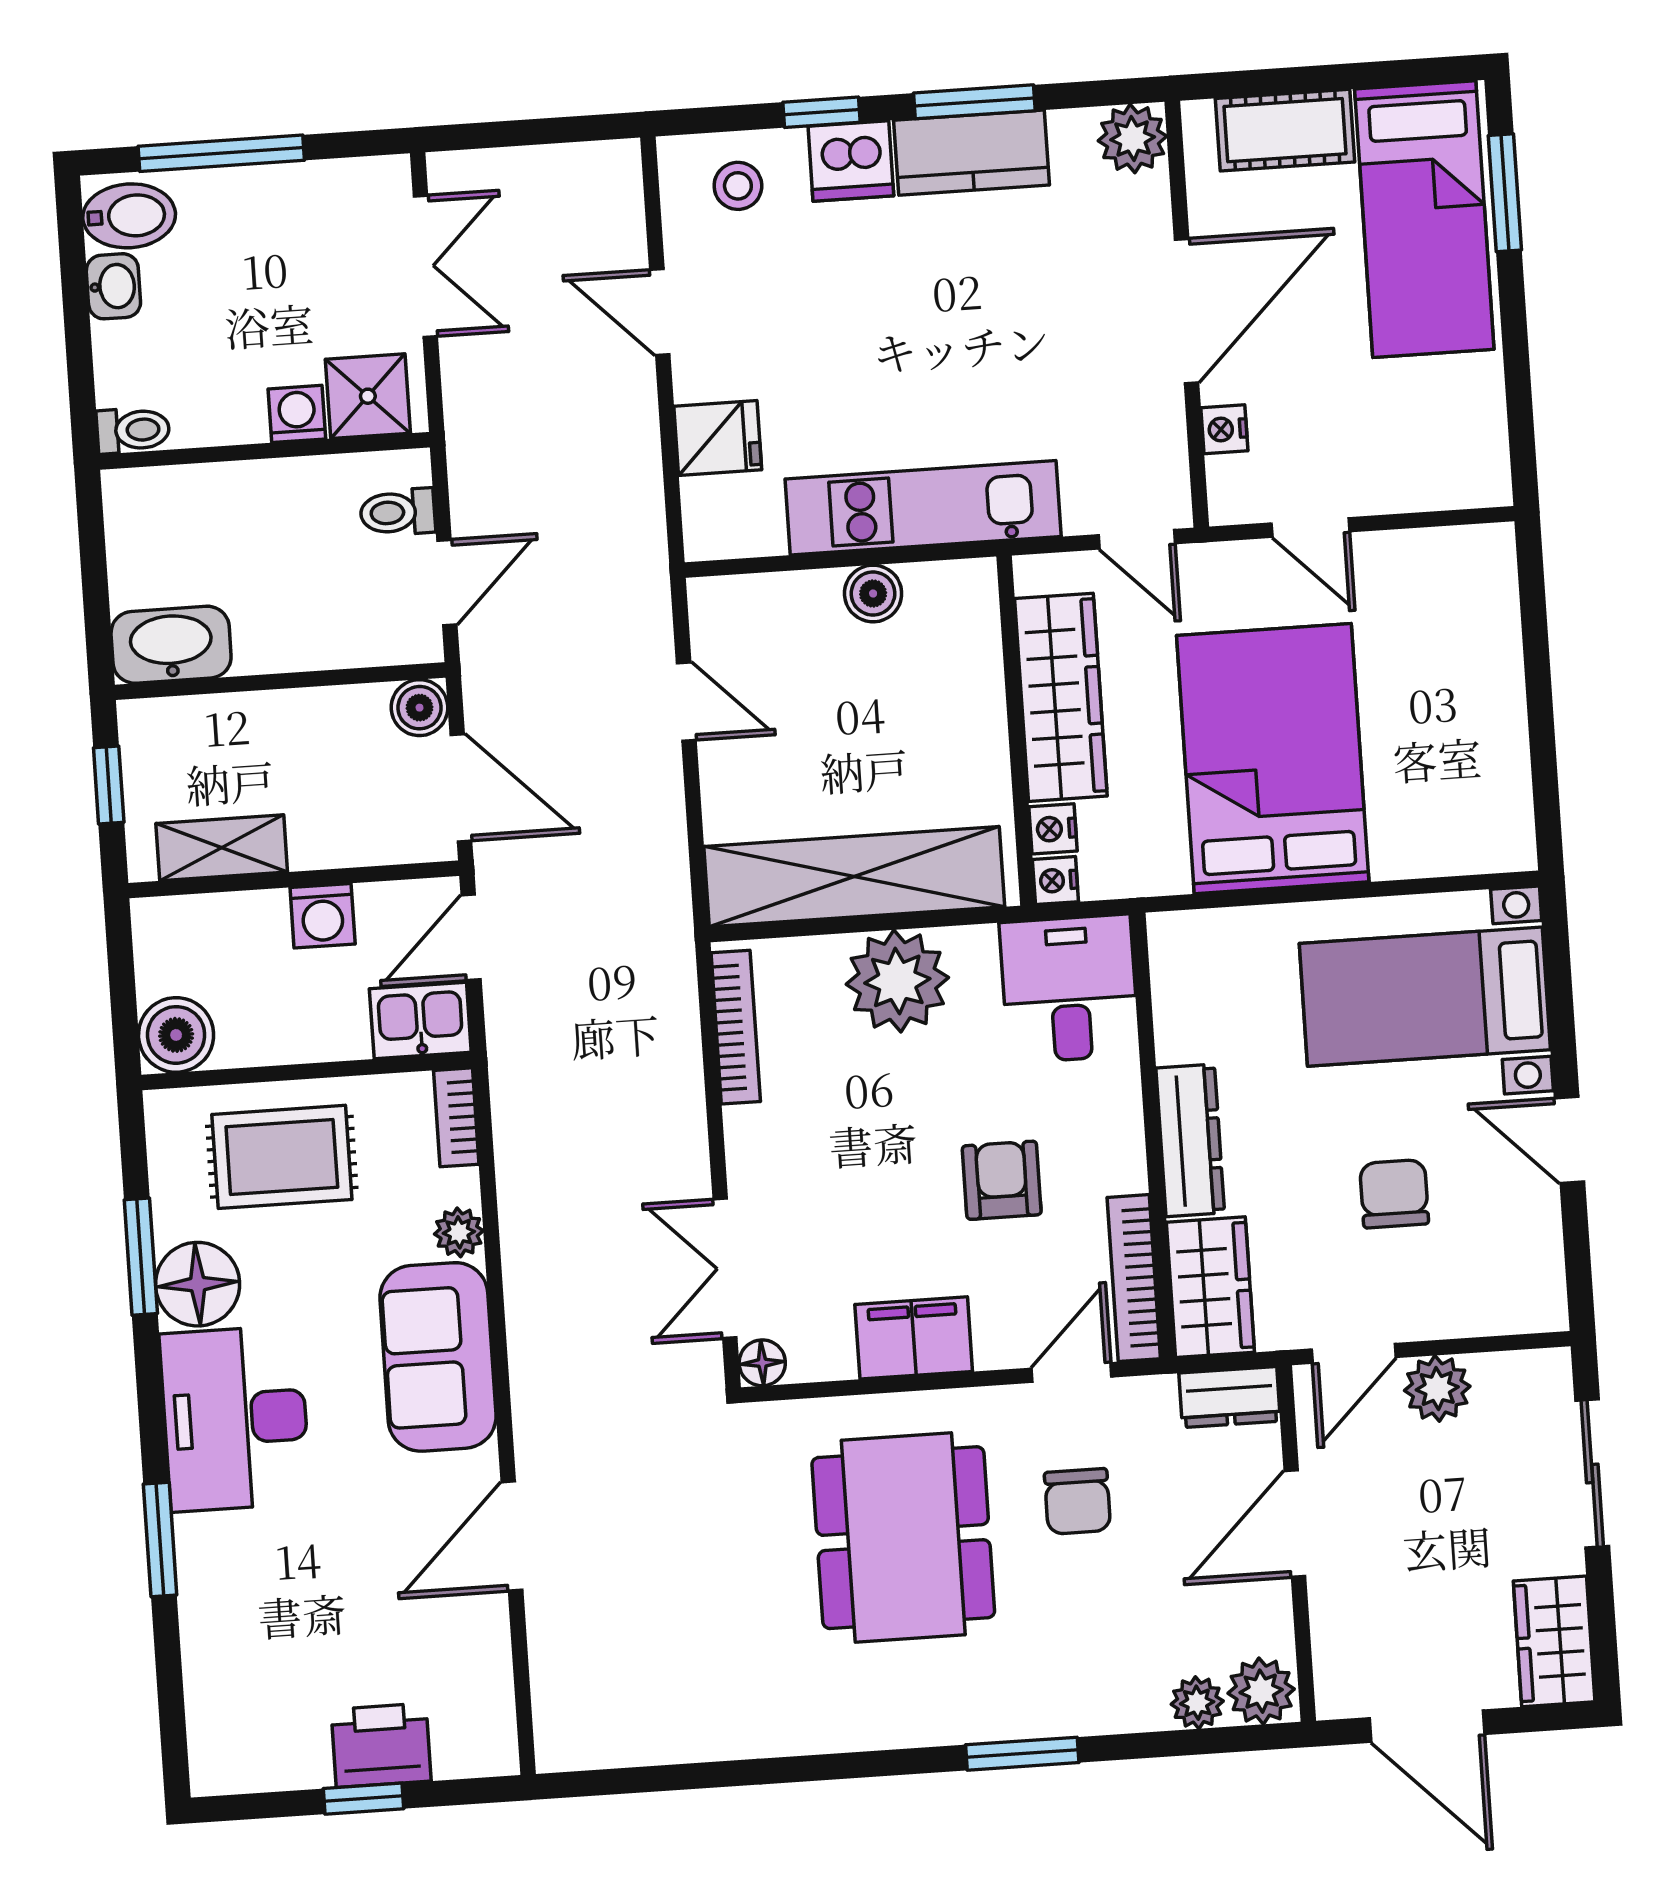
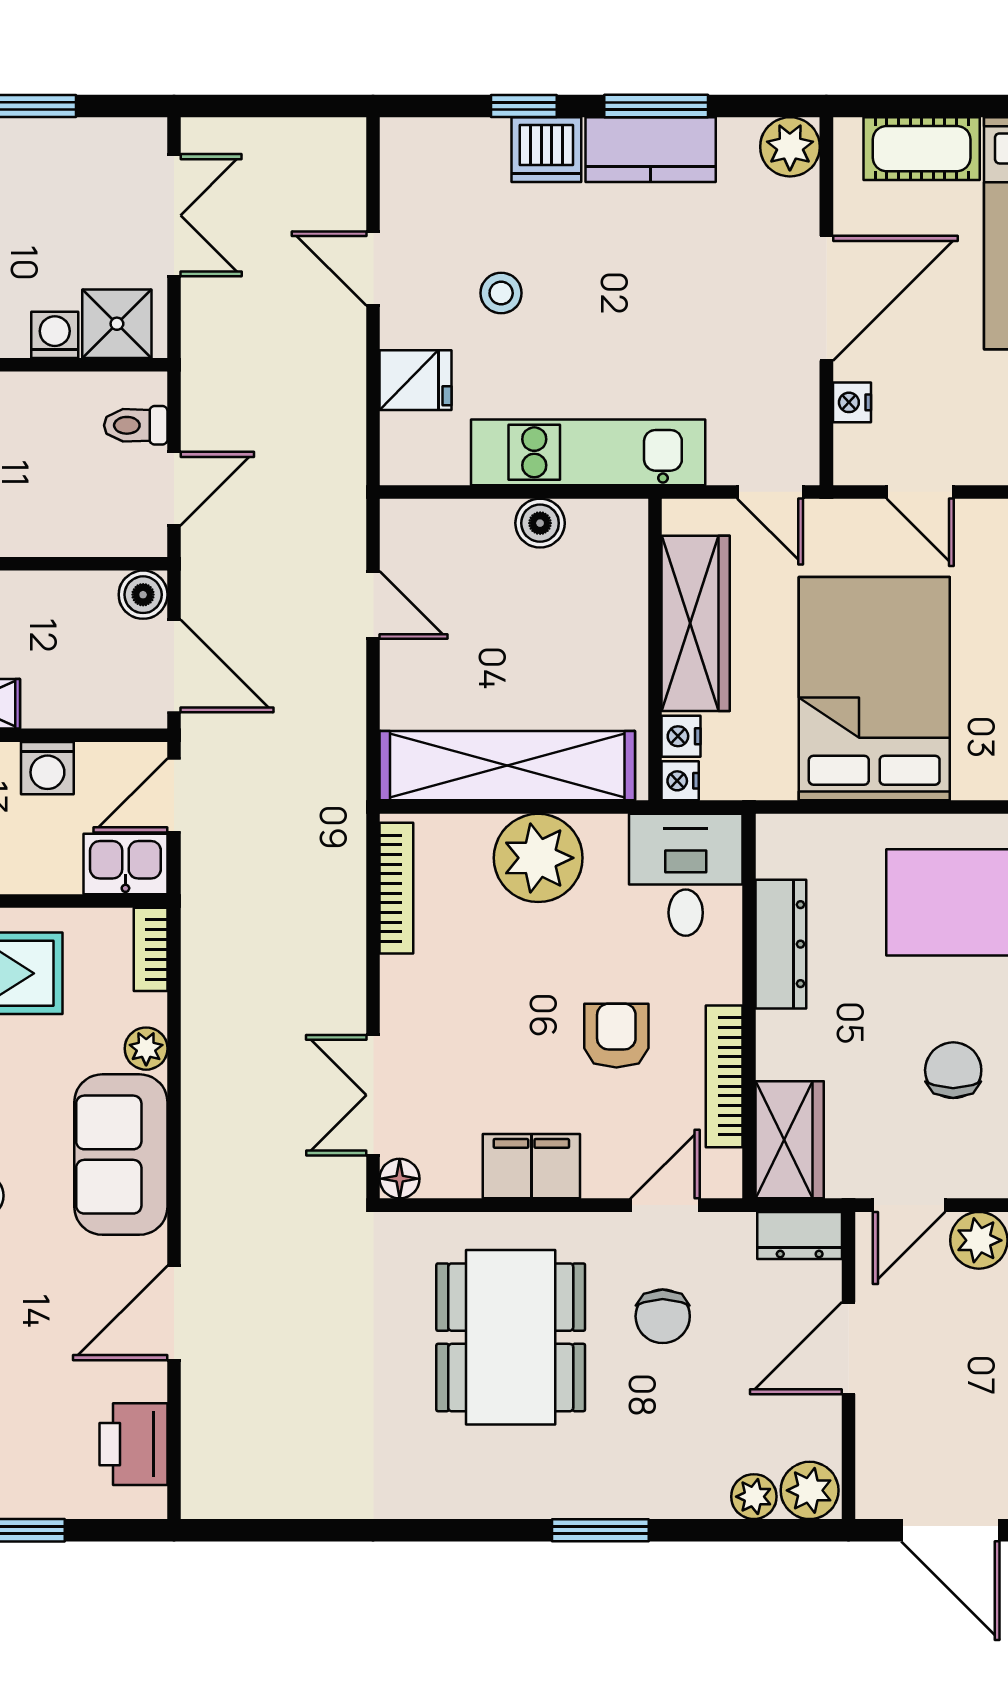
stool: (738, 186) -> (501, 293), moved
dresser: (1190, 1140) -> (781, 944), moved
bookcase: (1134, 1278) -> (724, 1076), moved
printer: (381, 1745) -> (133, 1444), moved, turned -90

